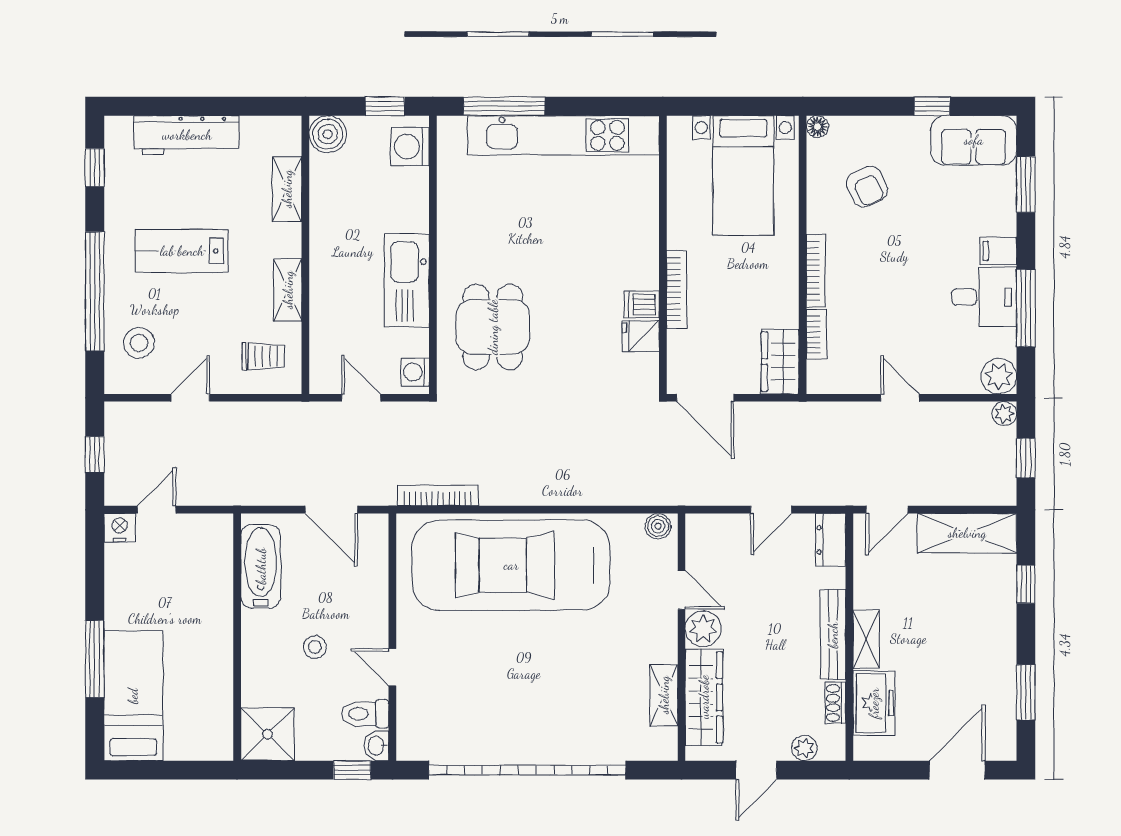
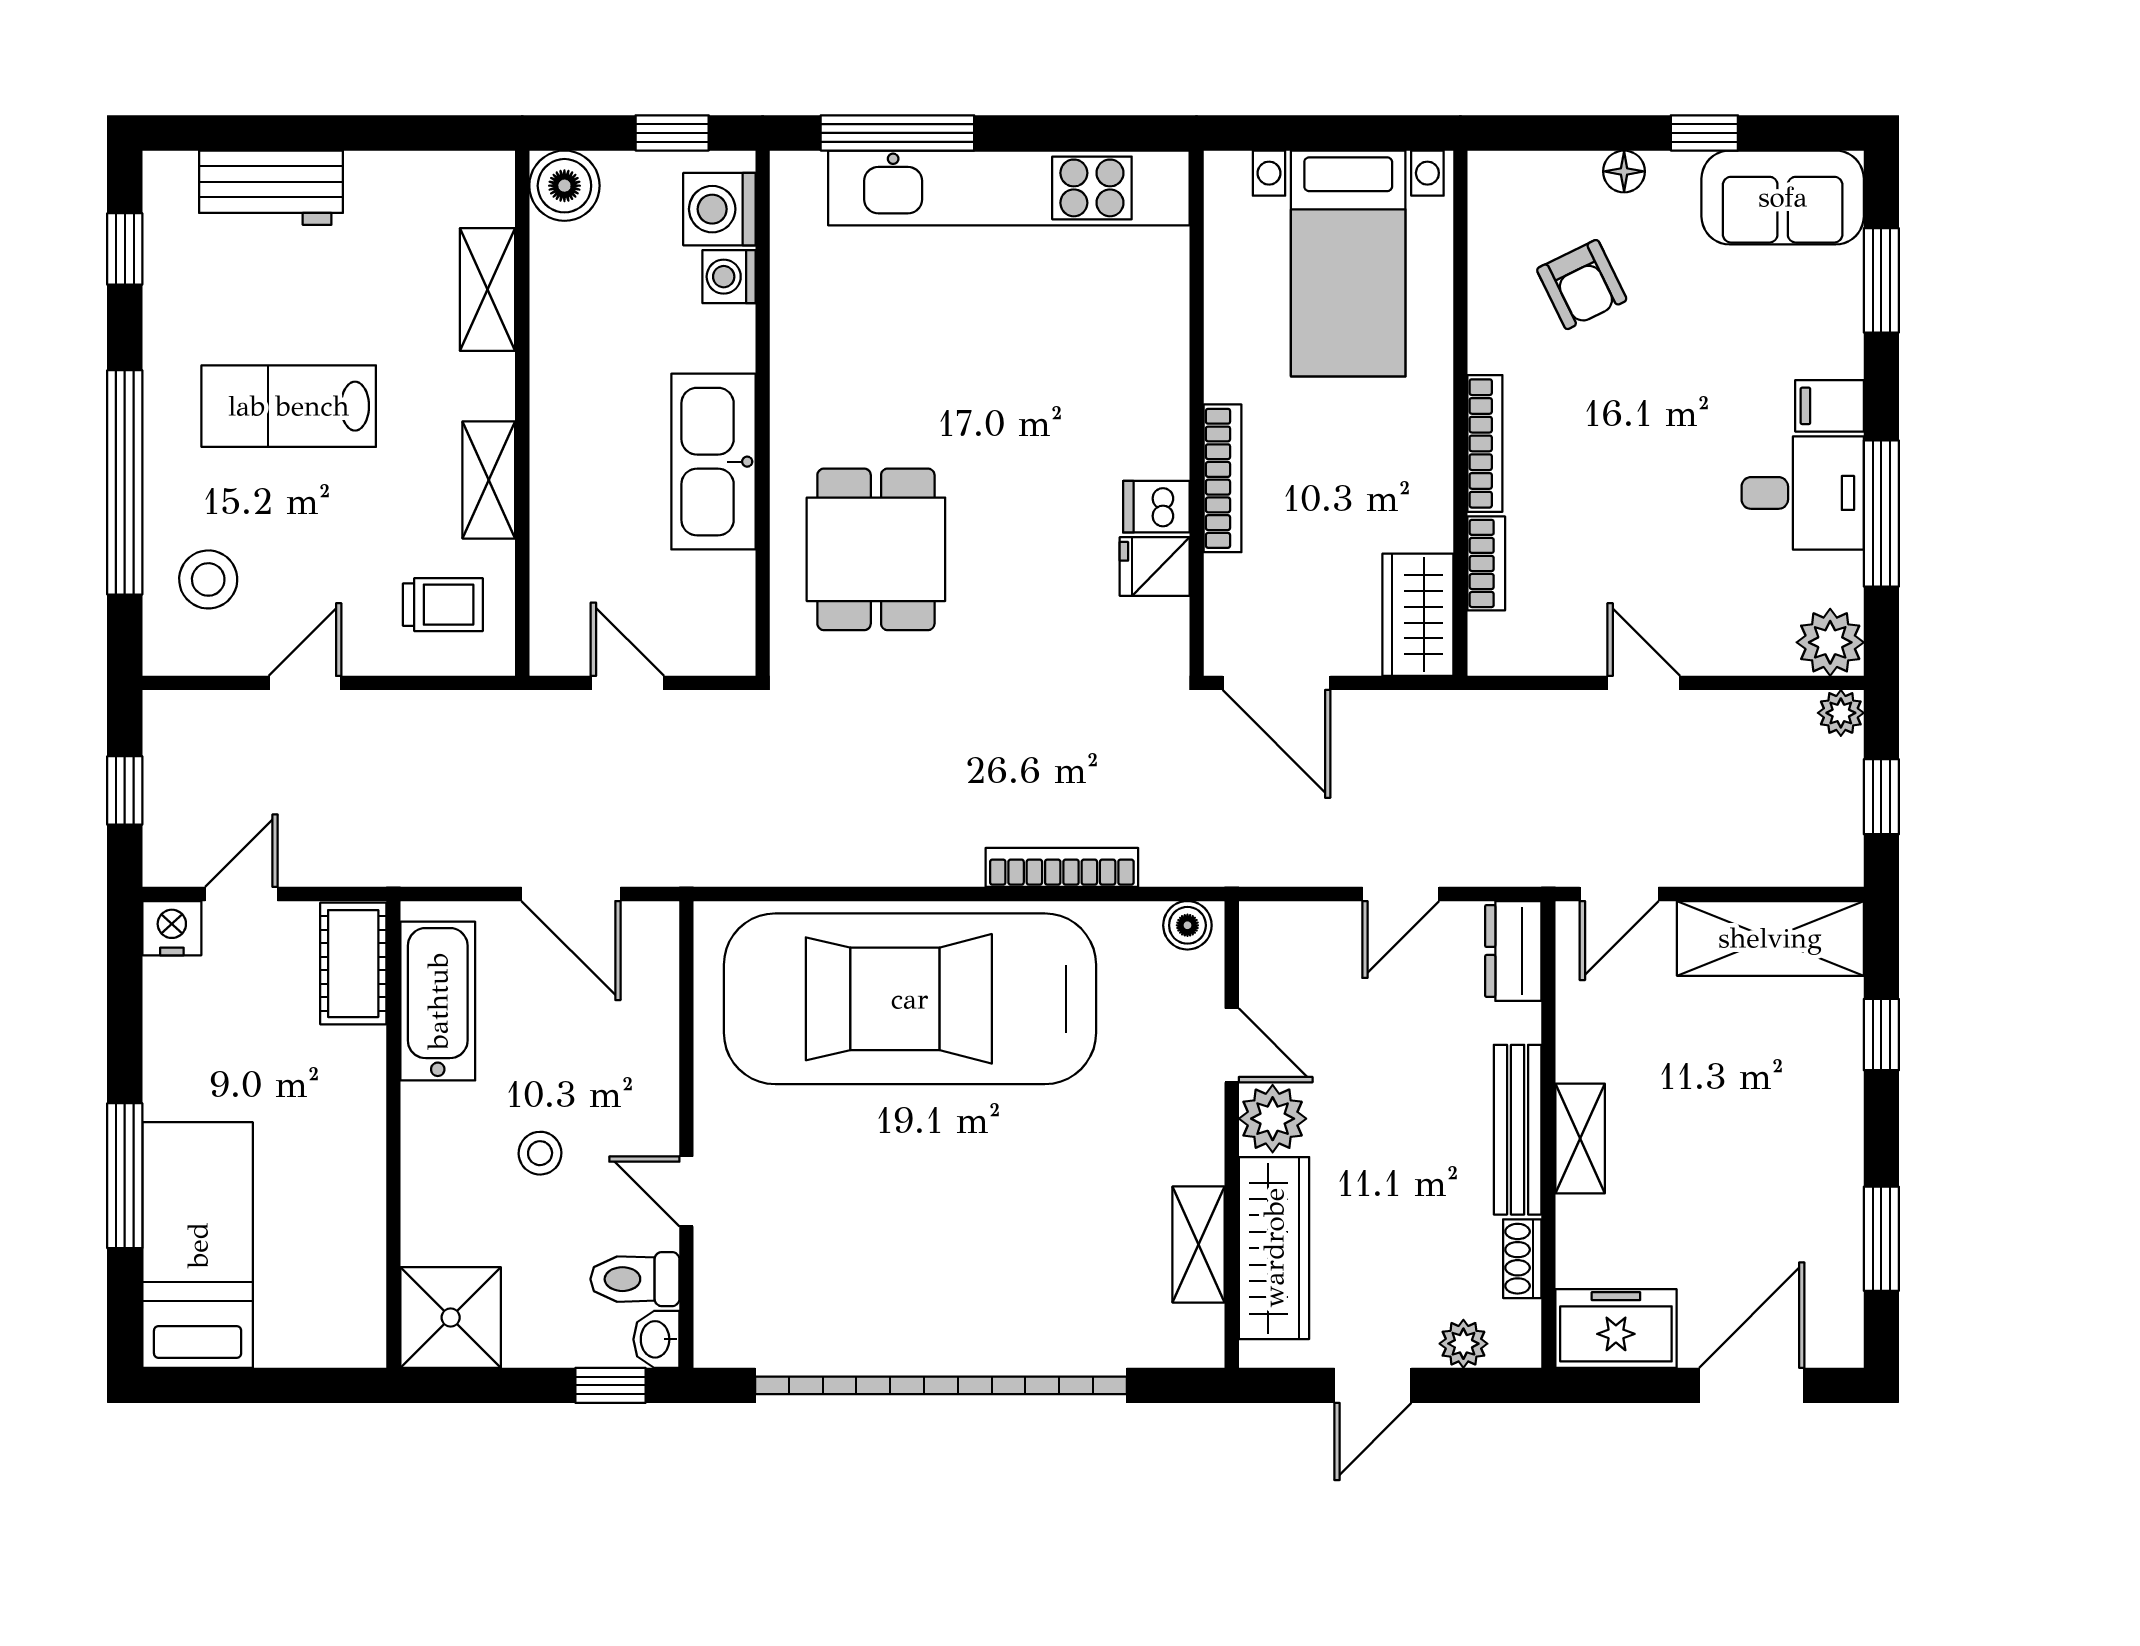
floor lamp: (817, 127) -> (1624, 171), moved
workbench: (187, 135) -> (271, 188), width x0.73
washing machine: (415, 372) -> (729, 277), moved
bookcase: (438, 496) -> (1062, 867), moved
cot: (216, 546) -> (353, 964), added
freezer: (874, 703) -> (1616, 1328), moved, turned -90

